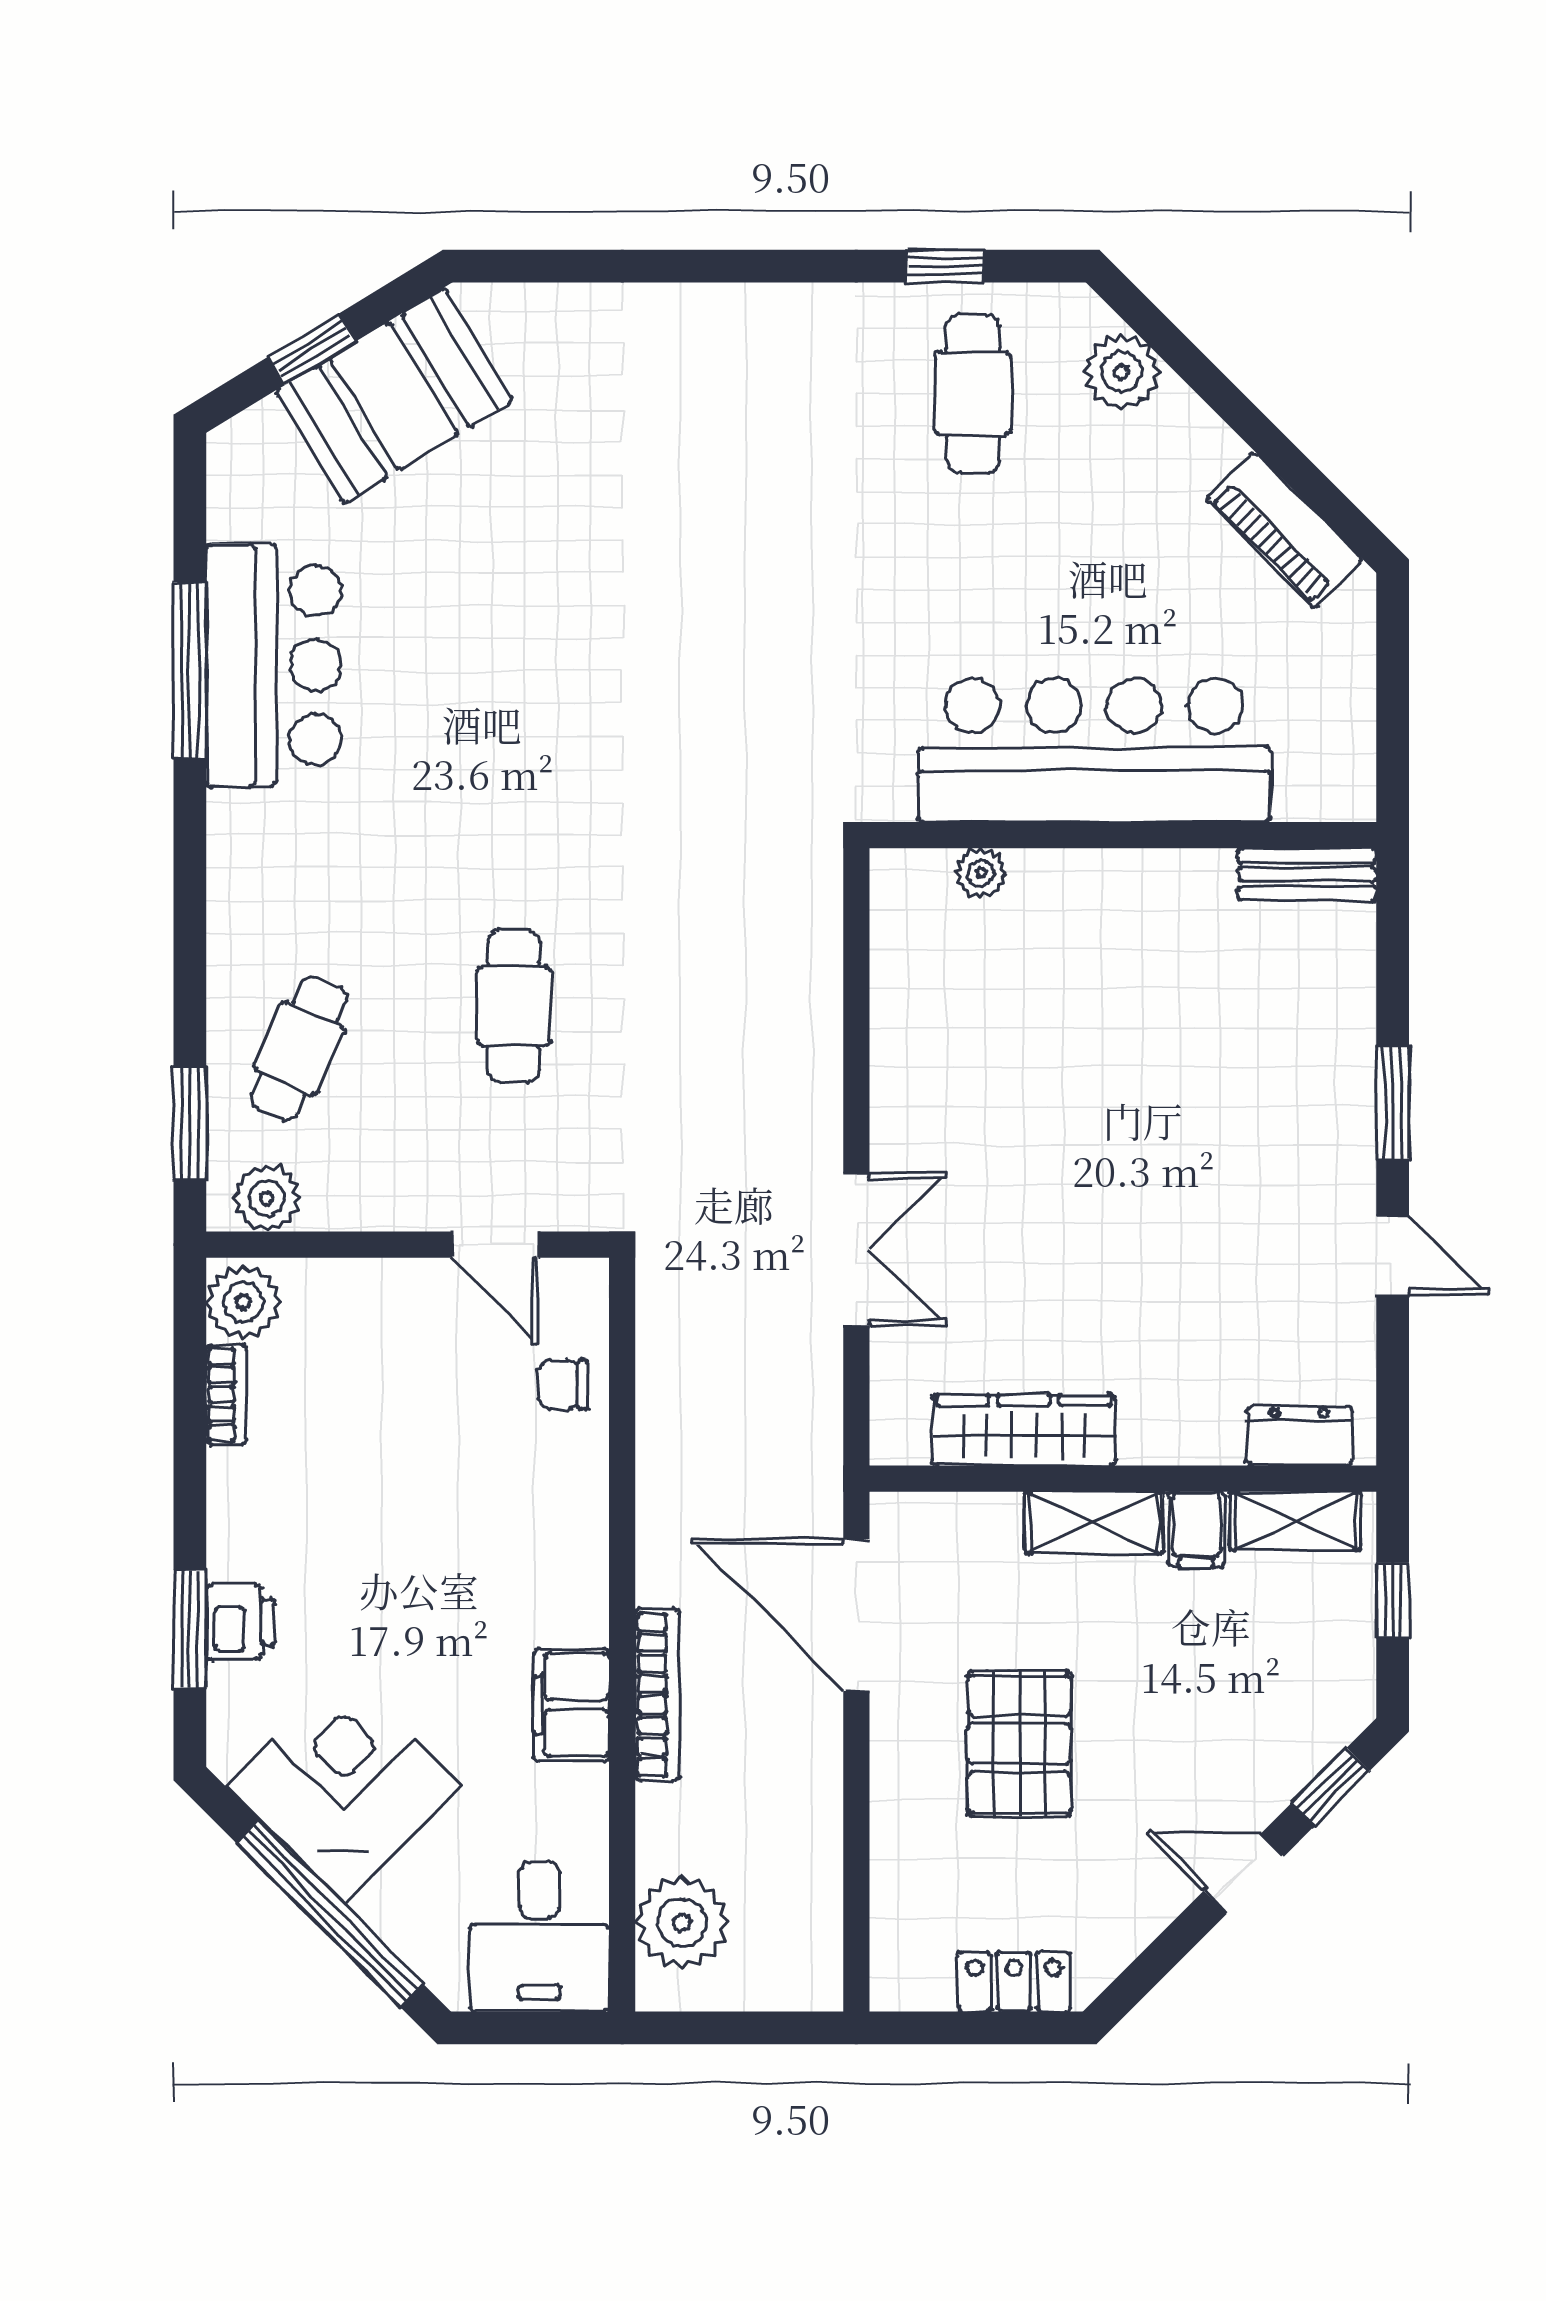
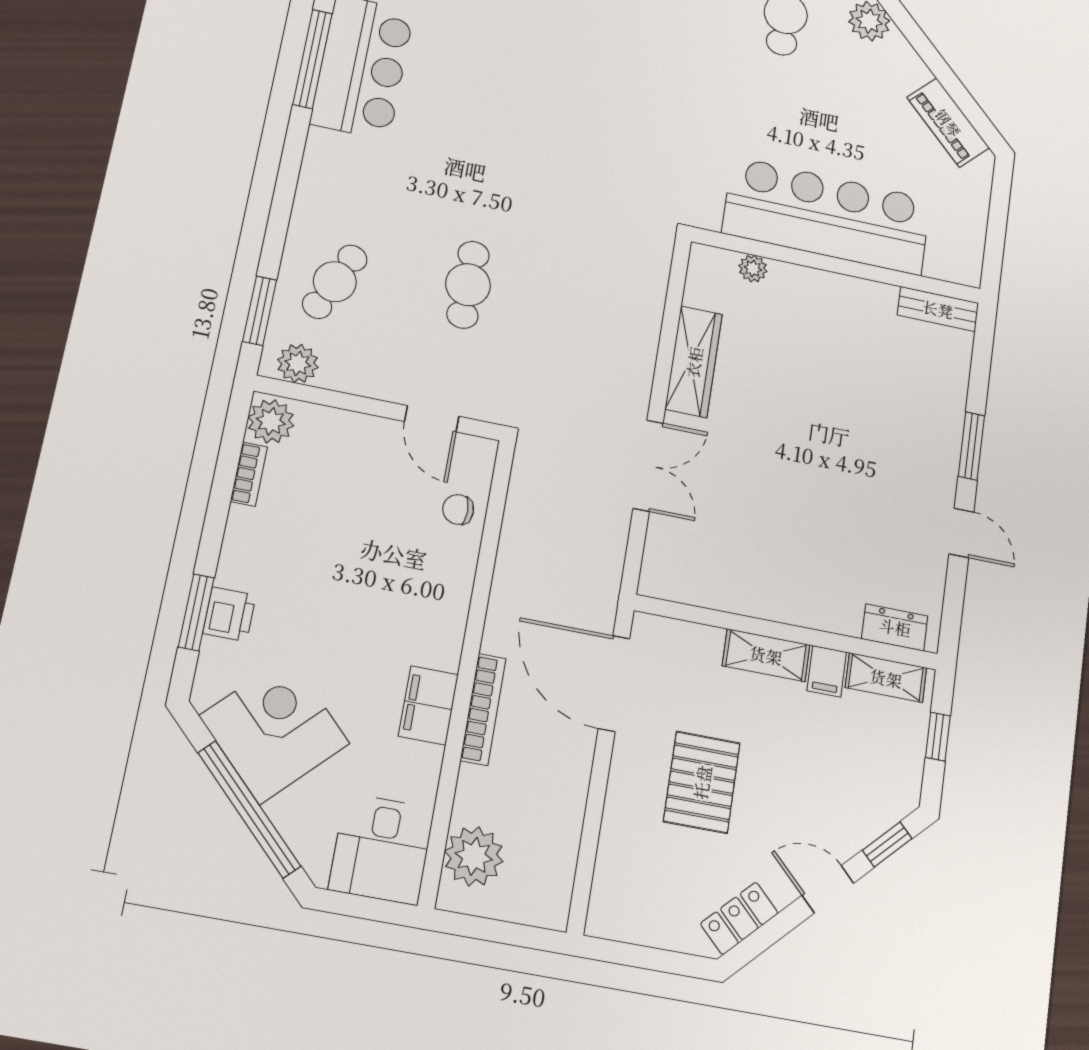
wardrobe: (1024, 1430) -> (694, 362), moved, turned 90
locker: (1014, 1982) -> (739, 918), moved, turned -45

